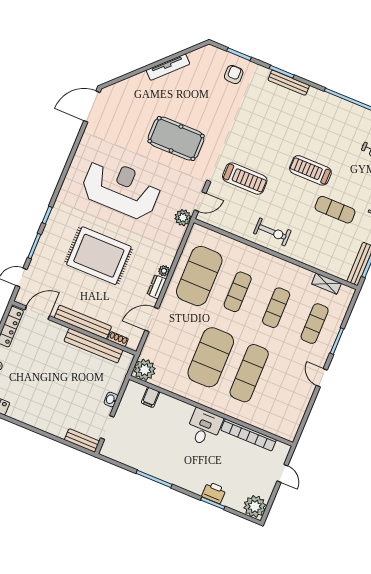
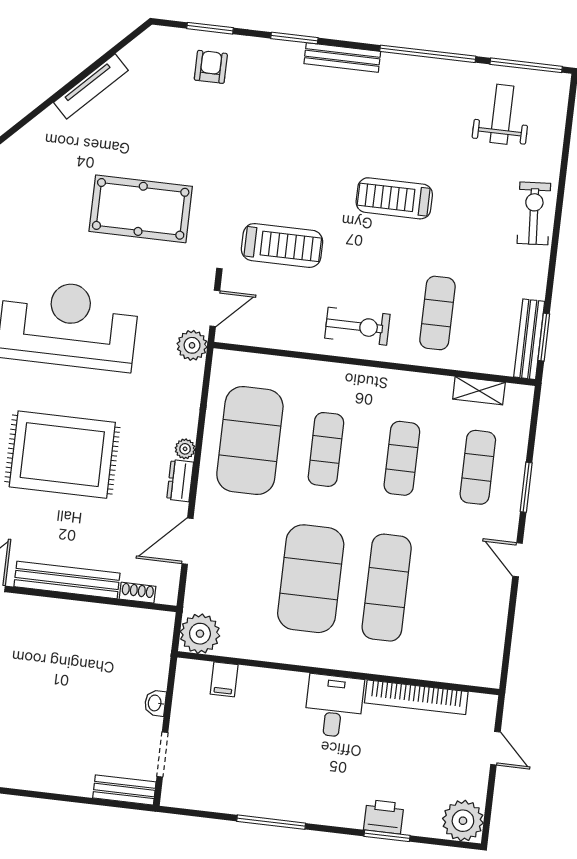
bench: (289, 83) -> (342, 57), moved
exercise mat: (335, 210) -> (437, 313), moved, turned 90
bench: (93, 346) -> (97, 616), removed

